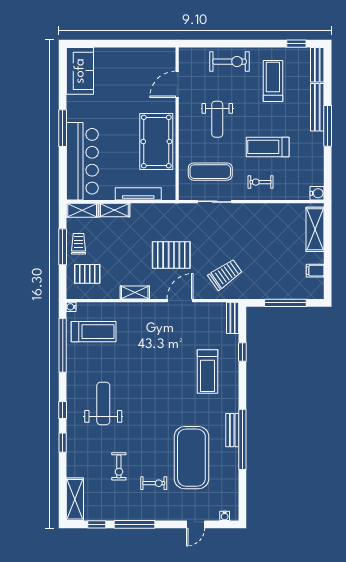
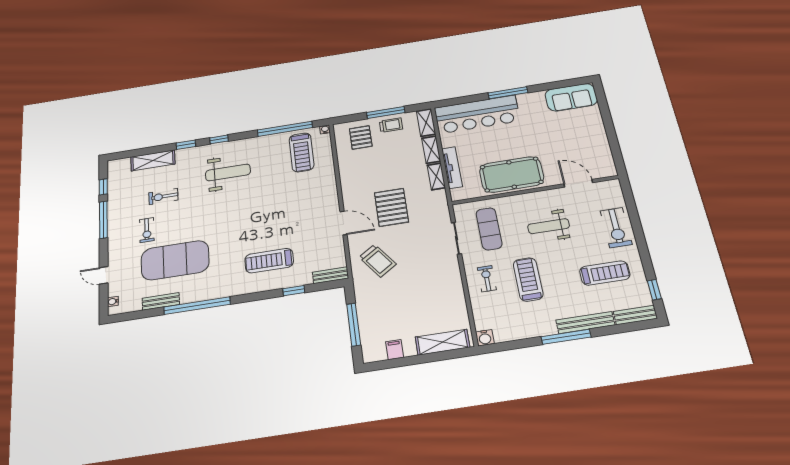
shelving: (135, 293) -> (436, 176), moved
bench: (232, 430) -> (161, 301), moved
shelving: (75, 499) -> (153, 160), moved

